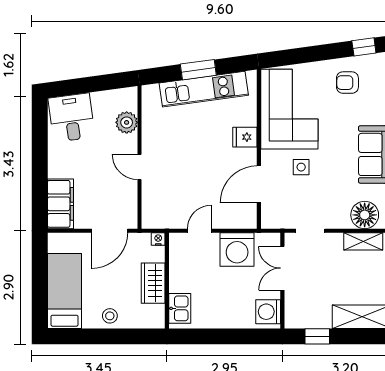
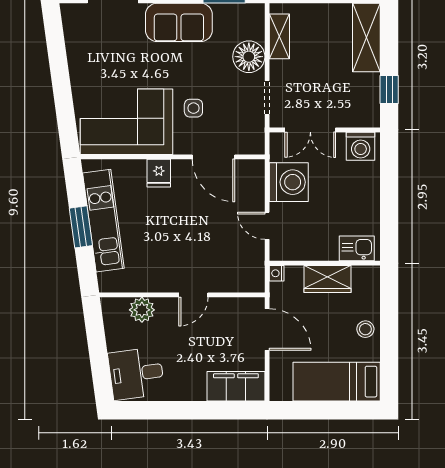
window: (364, 47) -> (55, 35), removed
armchair: (347, 83) -> (96, 55), removed
floor lamp: (365, 215) -> (249, 57), moved

